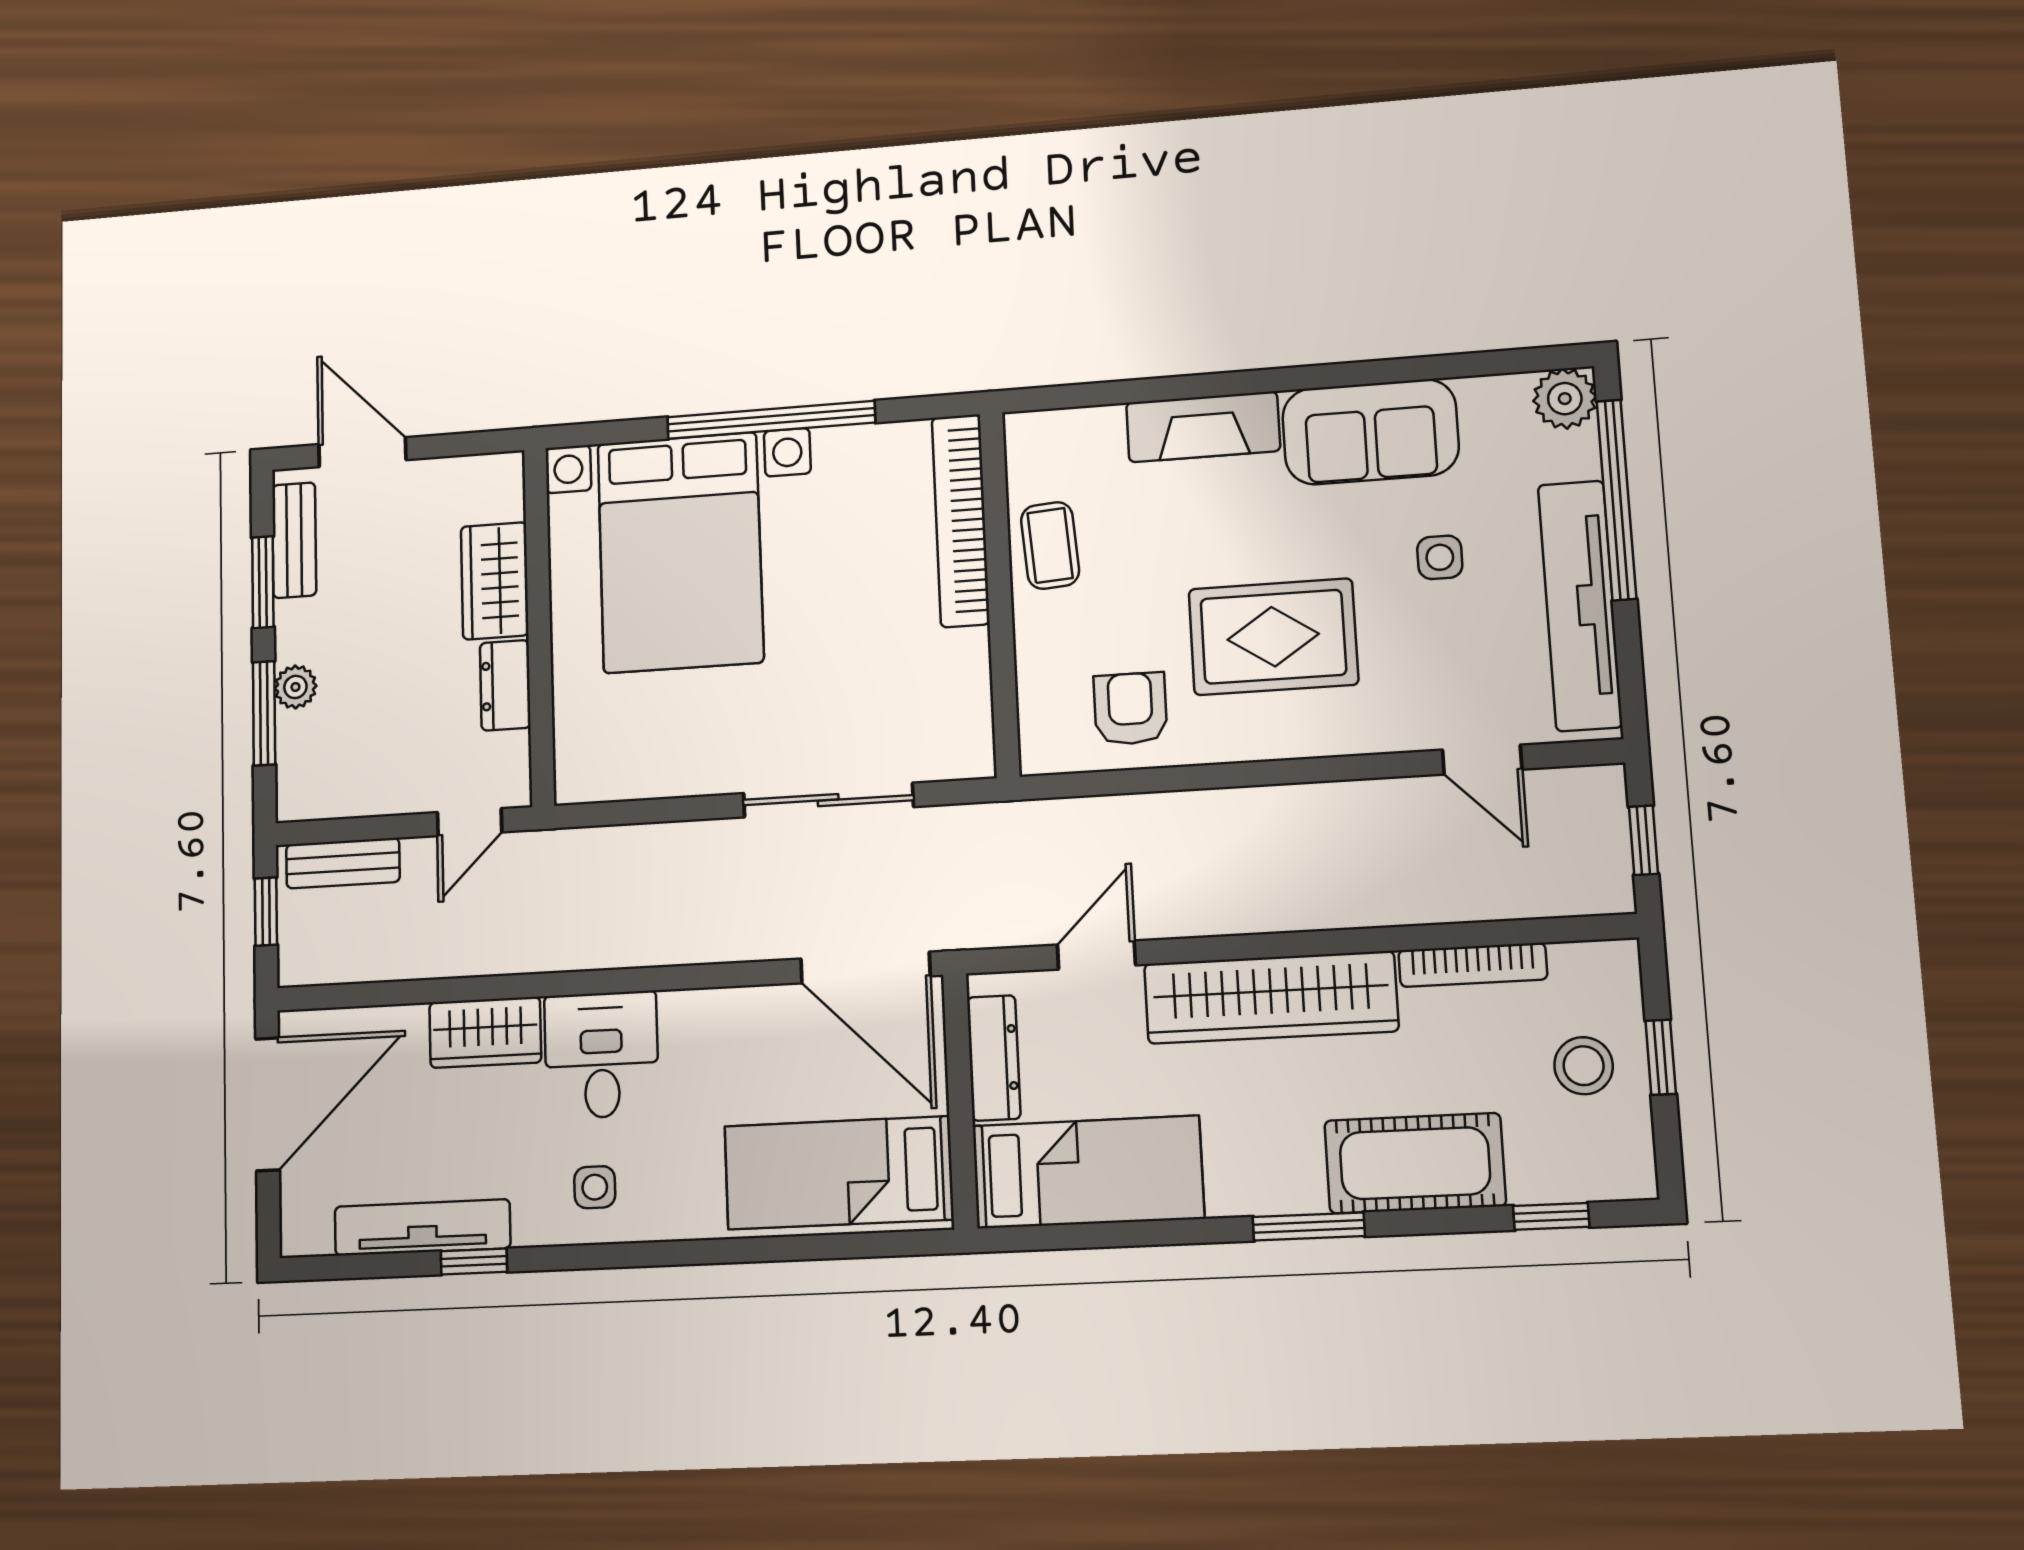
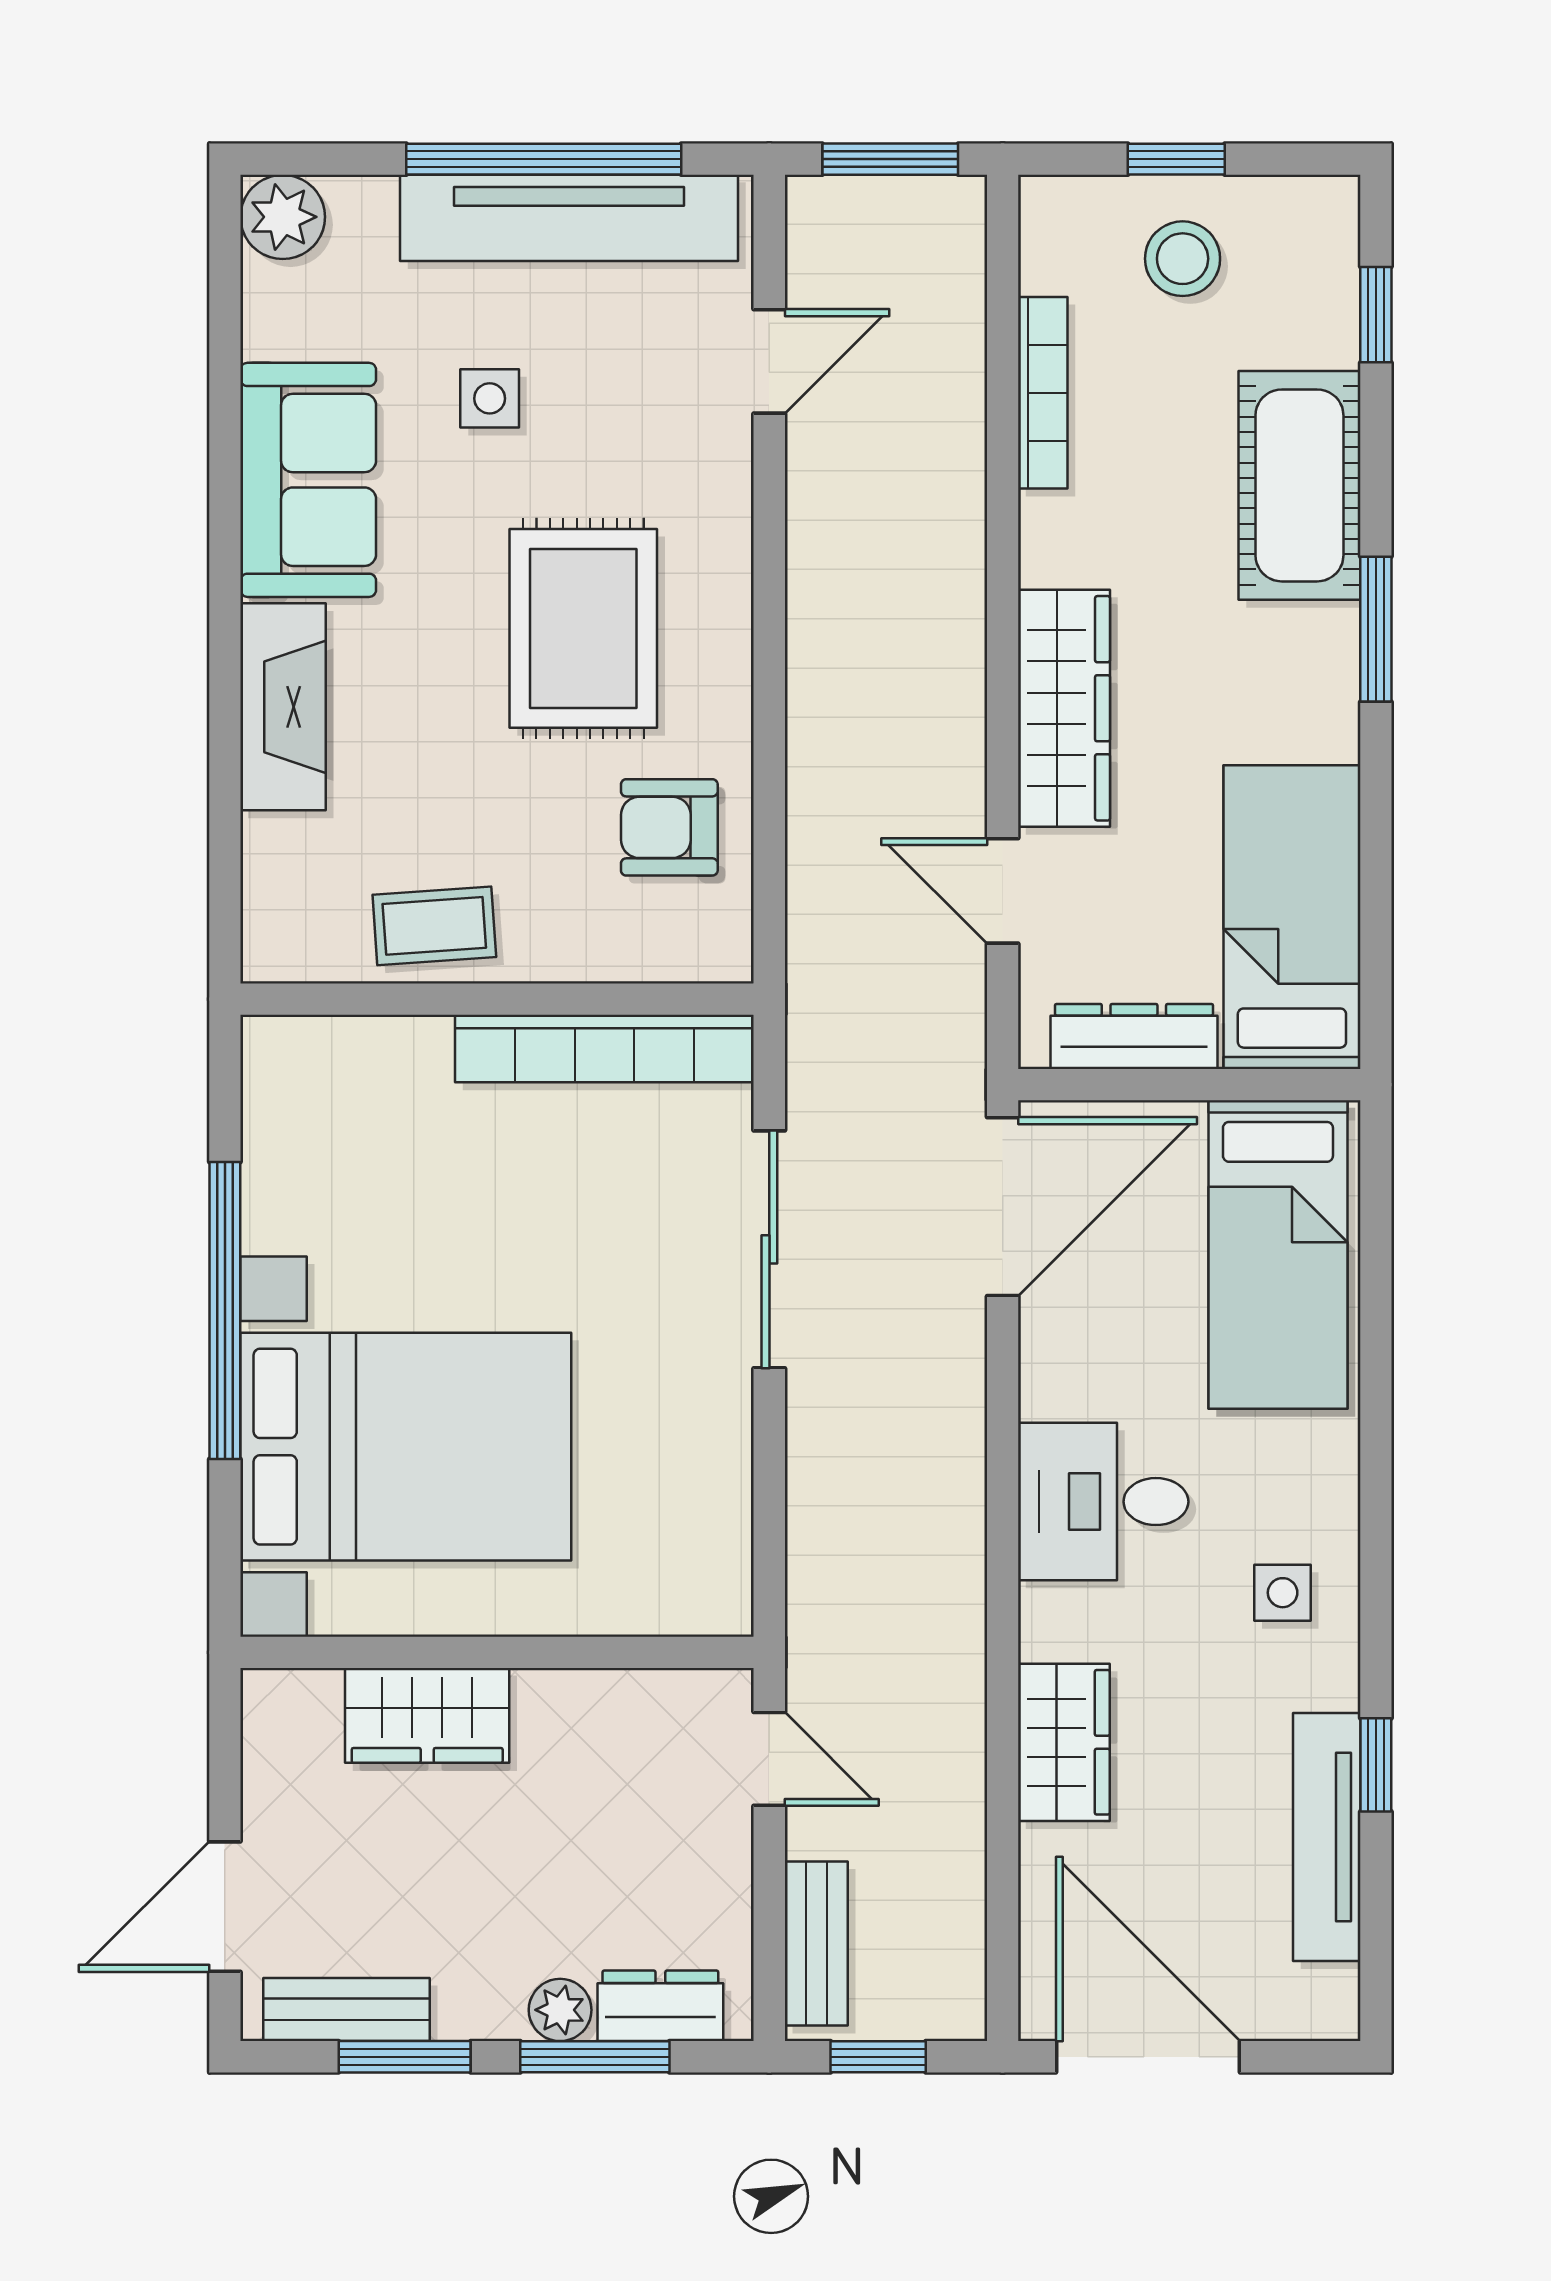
window: (1617, 500) -> (544, 159), moved
bookcase: (961, 520) -> (604, 1049), moved
dresser: (505, 685) -> (660, 2006), moved, turned 180
window: (1644, 840) -> (890, 159), width x1.50
wardrobe: (1271, 997) -> (1064, 708), width x0.71, depth x0.85
desk: (601, 1055) -> (1103, 1502), moved

